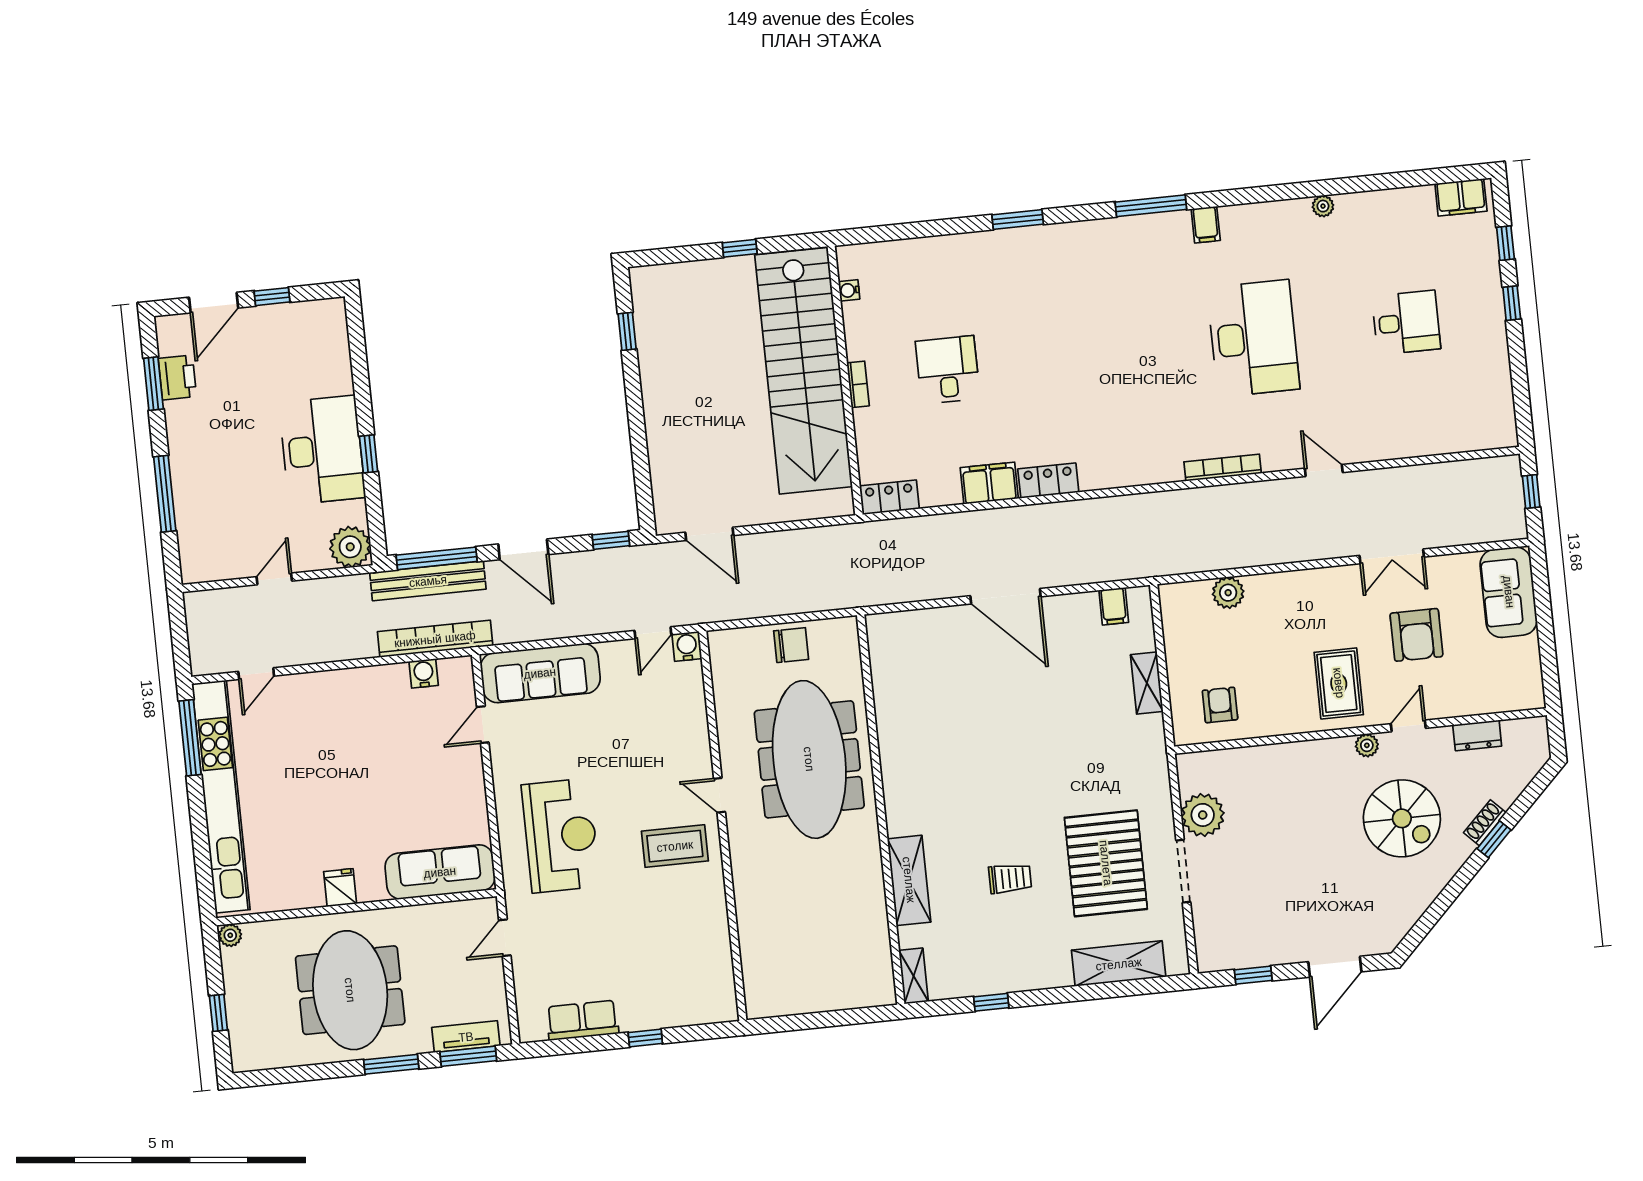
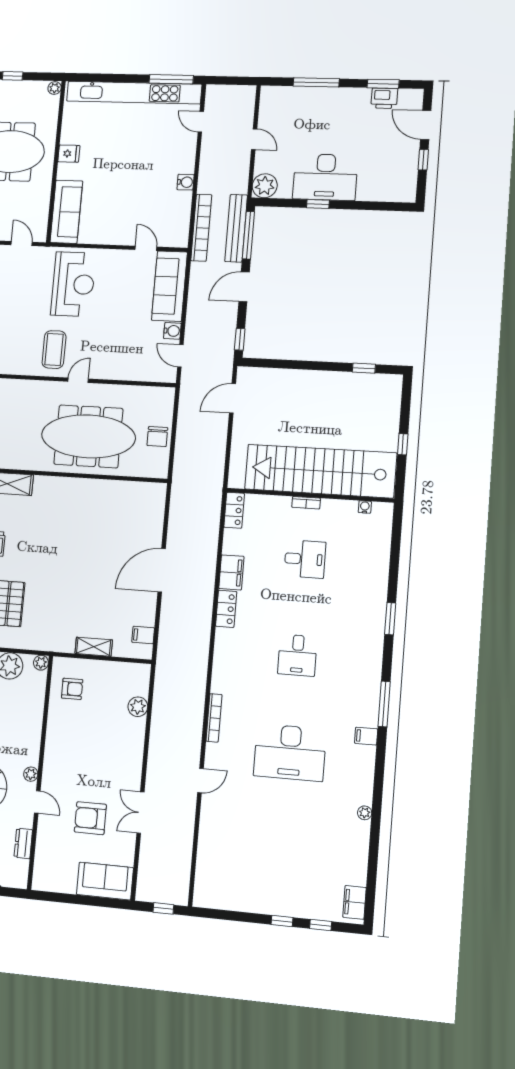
desk: (1406, 323) -> (297, 655), moved
water cooler: (687, 646) -> (172, 331), moved
water cooler: (424, 673) -> (186, 182), moved
rug: (1339, 683) -> (71, 764), removed
plant: (1188, 764) -> (41, 663), added
reception desk: (561, 835) -> (73, 284), turned -90

